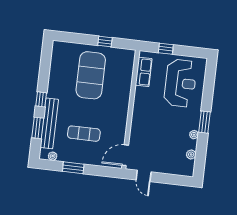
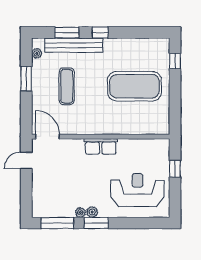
window: (105, 42) -> (175, 61), moved
row of seats: (144, 72) -> (101, 146), moved
reception desk: (180, 83) -> (138, 190), turned 180
plant: (191, 155) -> (92, 212), moved
window: (201, 155) -> (57, 223), added

